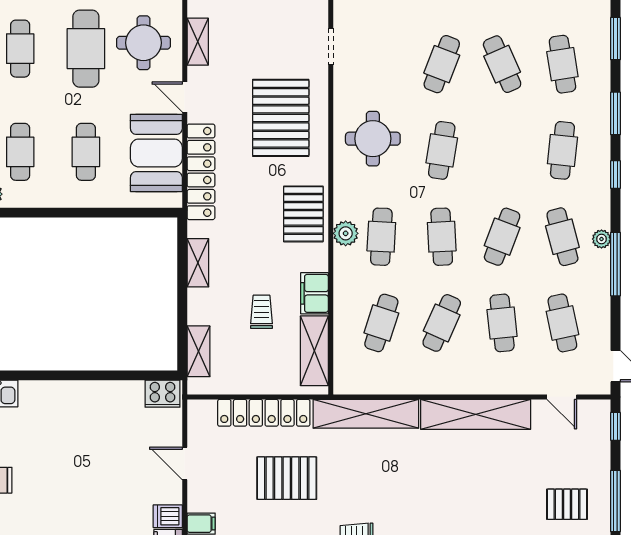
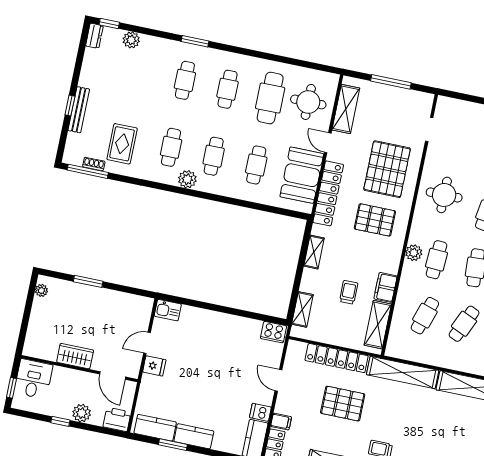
shelving: (198, 42) -> (346, 109), width x1.50, depth x1.33
pallet: (303, 214) -> (375, 220), moved, turned 90

